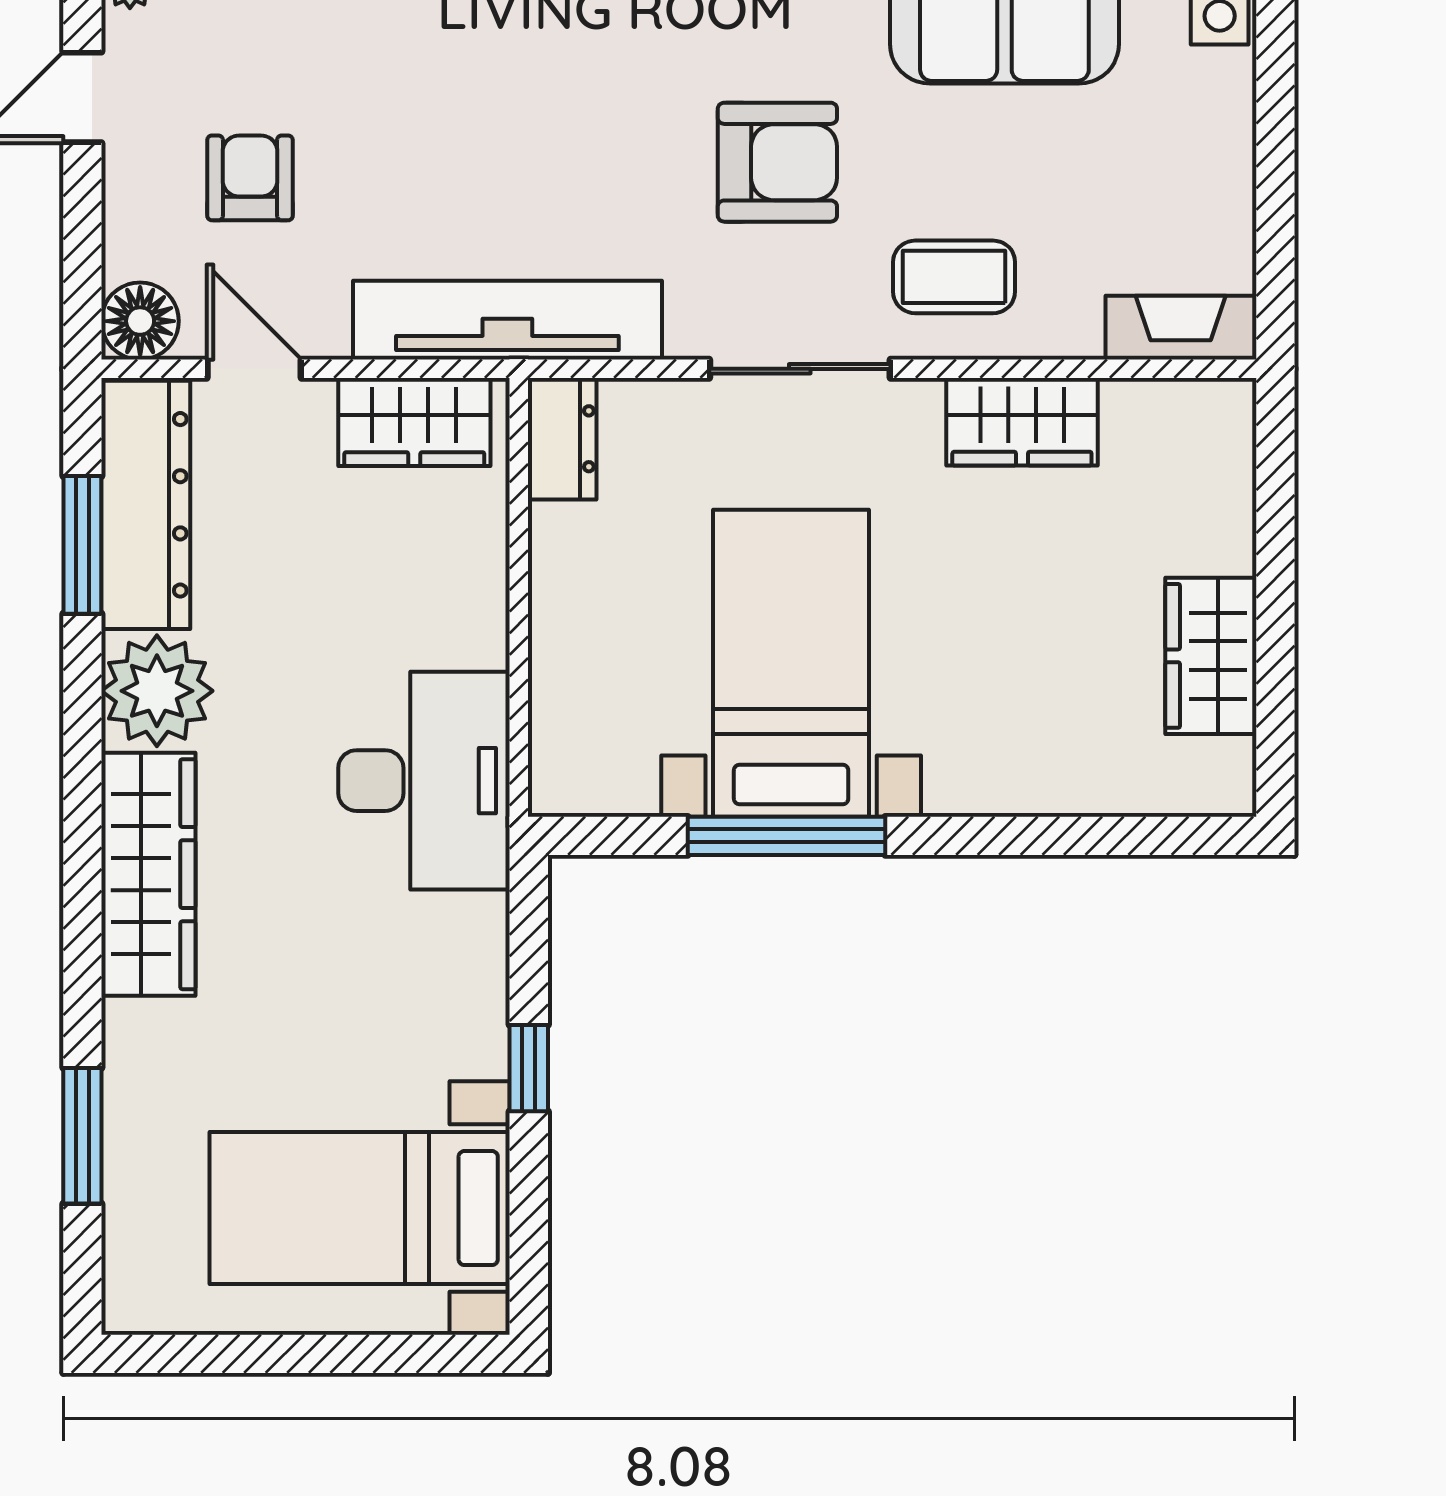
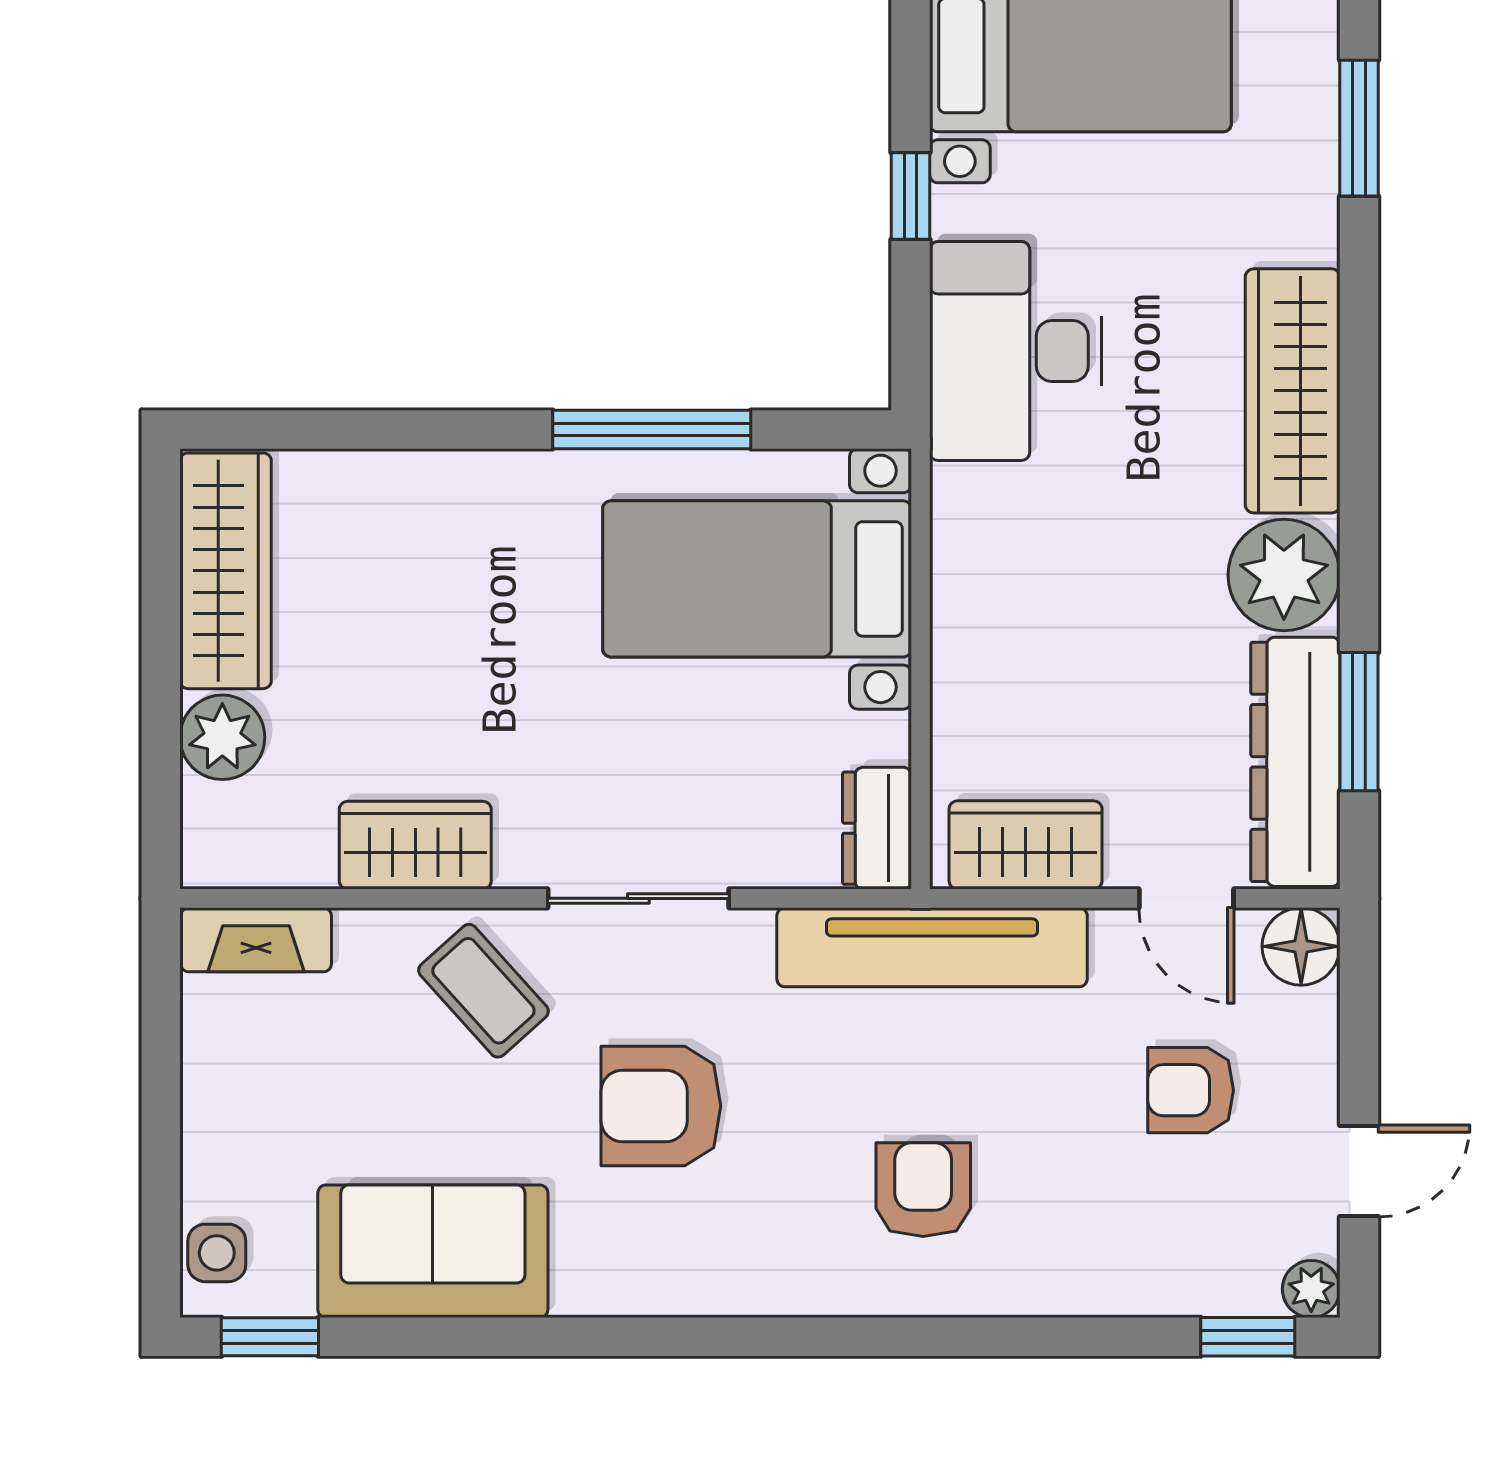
armchair: (516, 79) -> (923, 1190), added
armchair: (250, 178) -> (1191, 1090), turned 90
coffee table: (954, 277) -> (483, 991), turned 48
plant: (1214, 529) -> (222, 737), added
wardrobe: (1211, 656) -> (226, 571), width x1.50
bed with nightstands: (791, 663) -> (757, 579), moved, turned 90
desk: (424, 781) -> (1016, 351), moved

